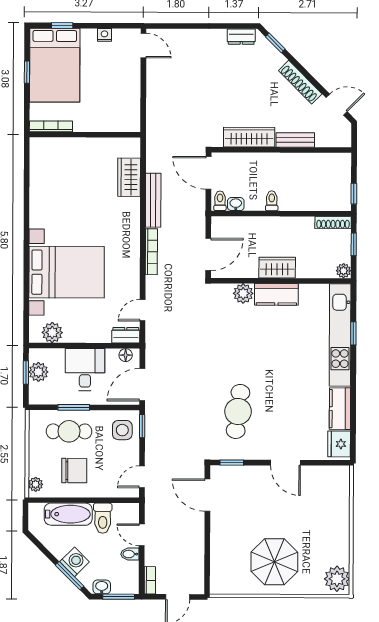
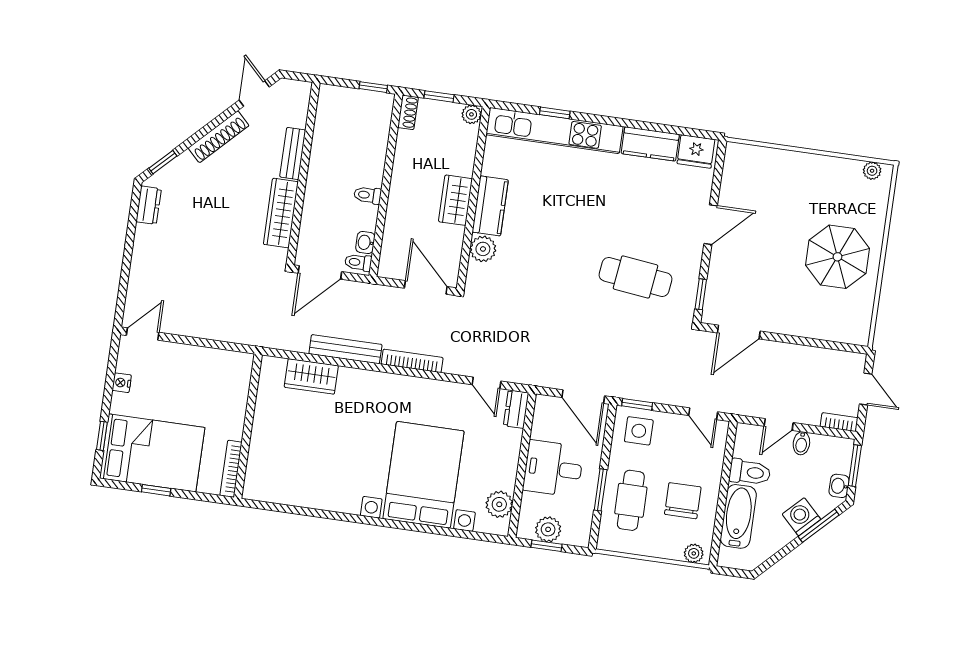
shoe rack: (333, 223) -> (408, 112), width x0.70
floor lamp: (126, 355) -> (542, 413), removed
plant: (337, 579) -> (872, 171), width x0.53, depth x0.53

